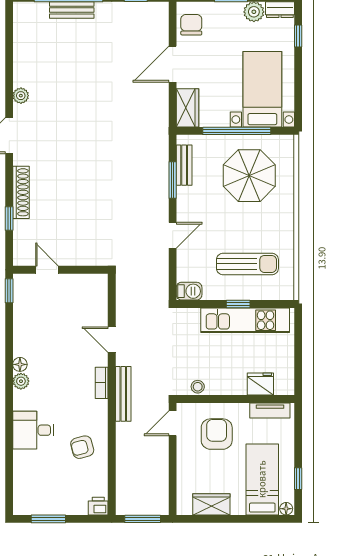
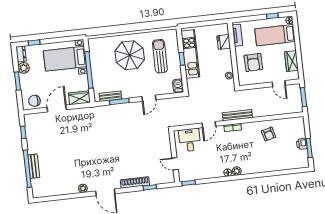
door: (173, 64) -> (57, 109), swing flipped
parasol: (249, 176) -> (130, 55), moved
door: (173, 235) -> (149, 98), swing flipped
door: (47, 270) -> (175, 164), hinge flipped
door: (173, 423) -> (279, 84), moved
desk: (33, 430) -> (190, 140), moved, turned 180
armchair: (217, 434) -> (253, 62), turned -91
printer: (98, 506) -> (302, 144), moved

